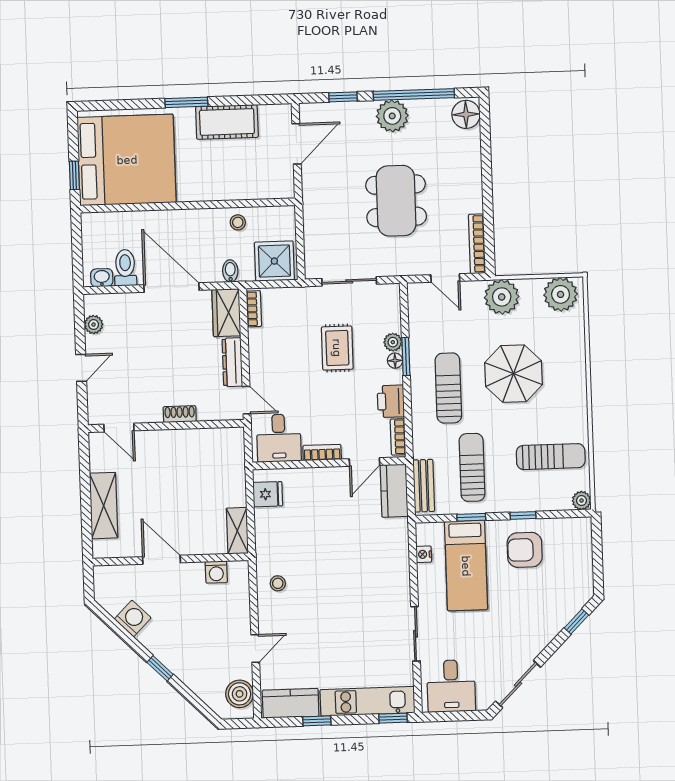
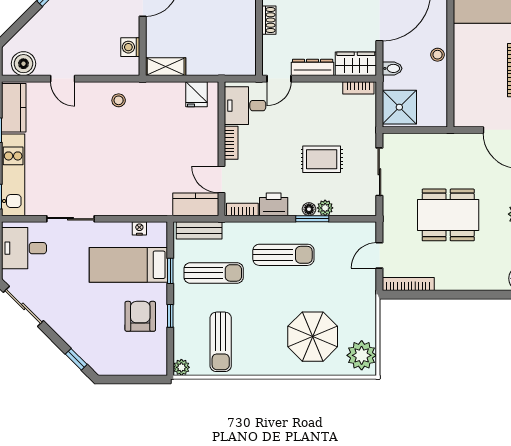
stool: (238, 222) -> (438, 55), moved
plant: (502, 297) -> (361, 304), removed
parasol: (514, 374) -> (313, 337), moved

